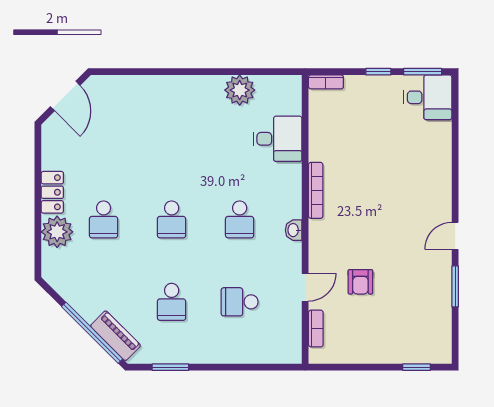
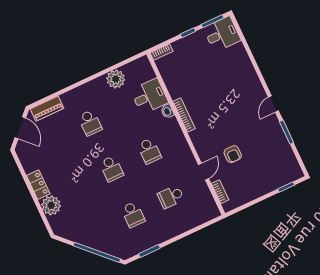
school desk: (104, 219) -> (90, 123), moved
washbasin: (294, 230) -> (167, 111), moved
piano: (115, 336) -> (47, 109), moved, turned 135

